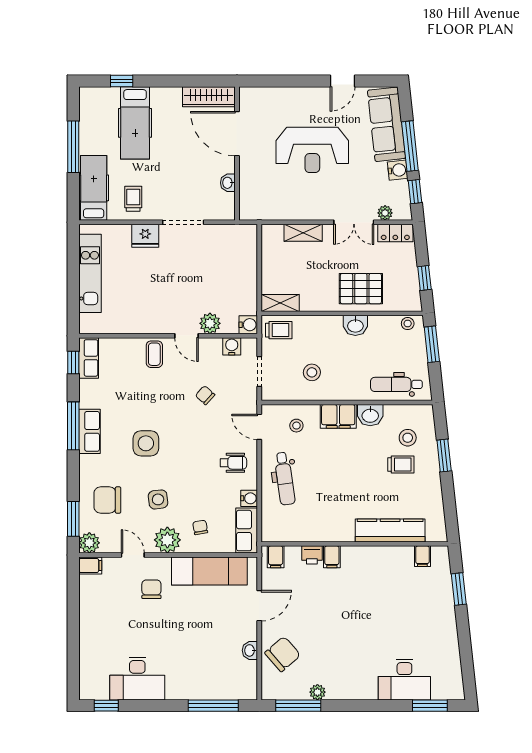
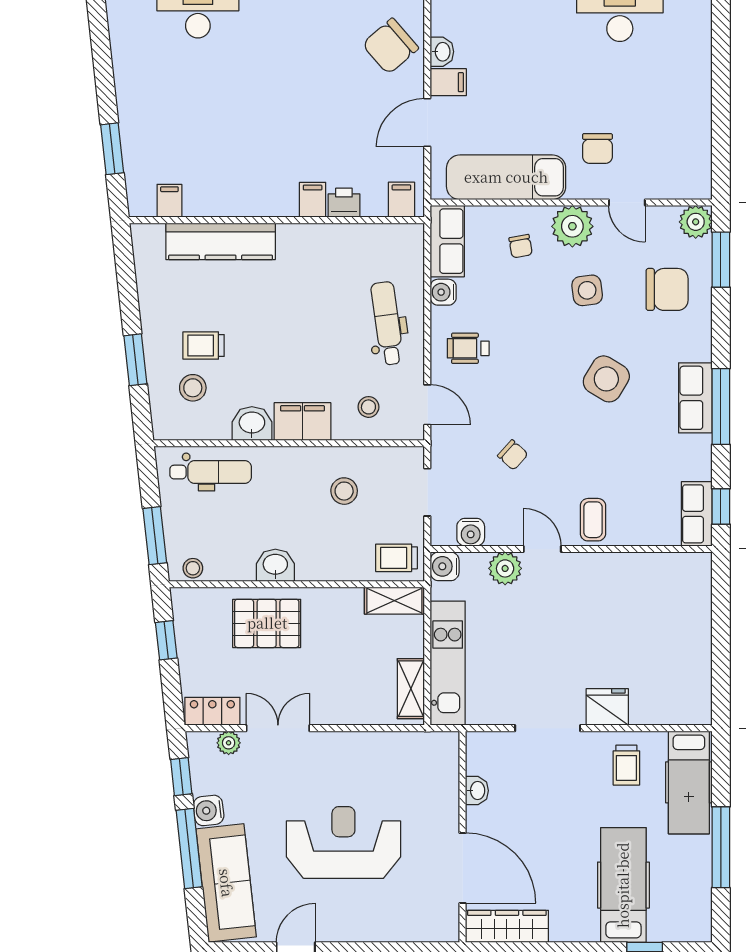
shelving: (303, 233) -> (411, 689), moved, turned 90
kitchen unit: (90, 273) -> (448, 663), moved, turned 180
side table: (146, 443) -> (606, 379), turned 31
filing cabinet: (90, 565) -> (448, 82), moved, turned 180

